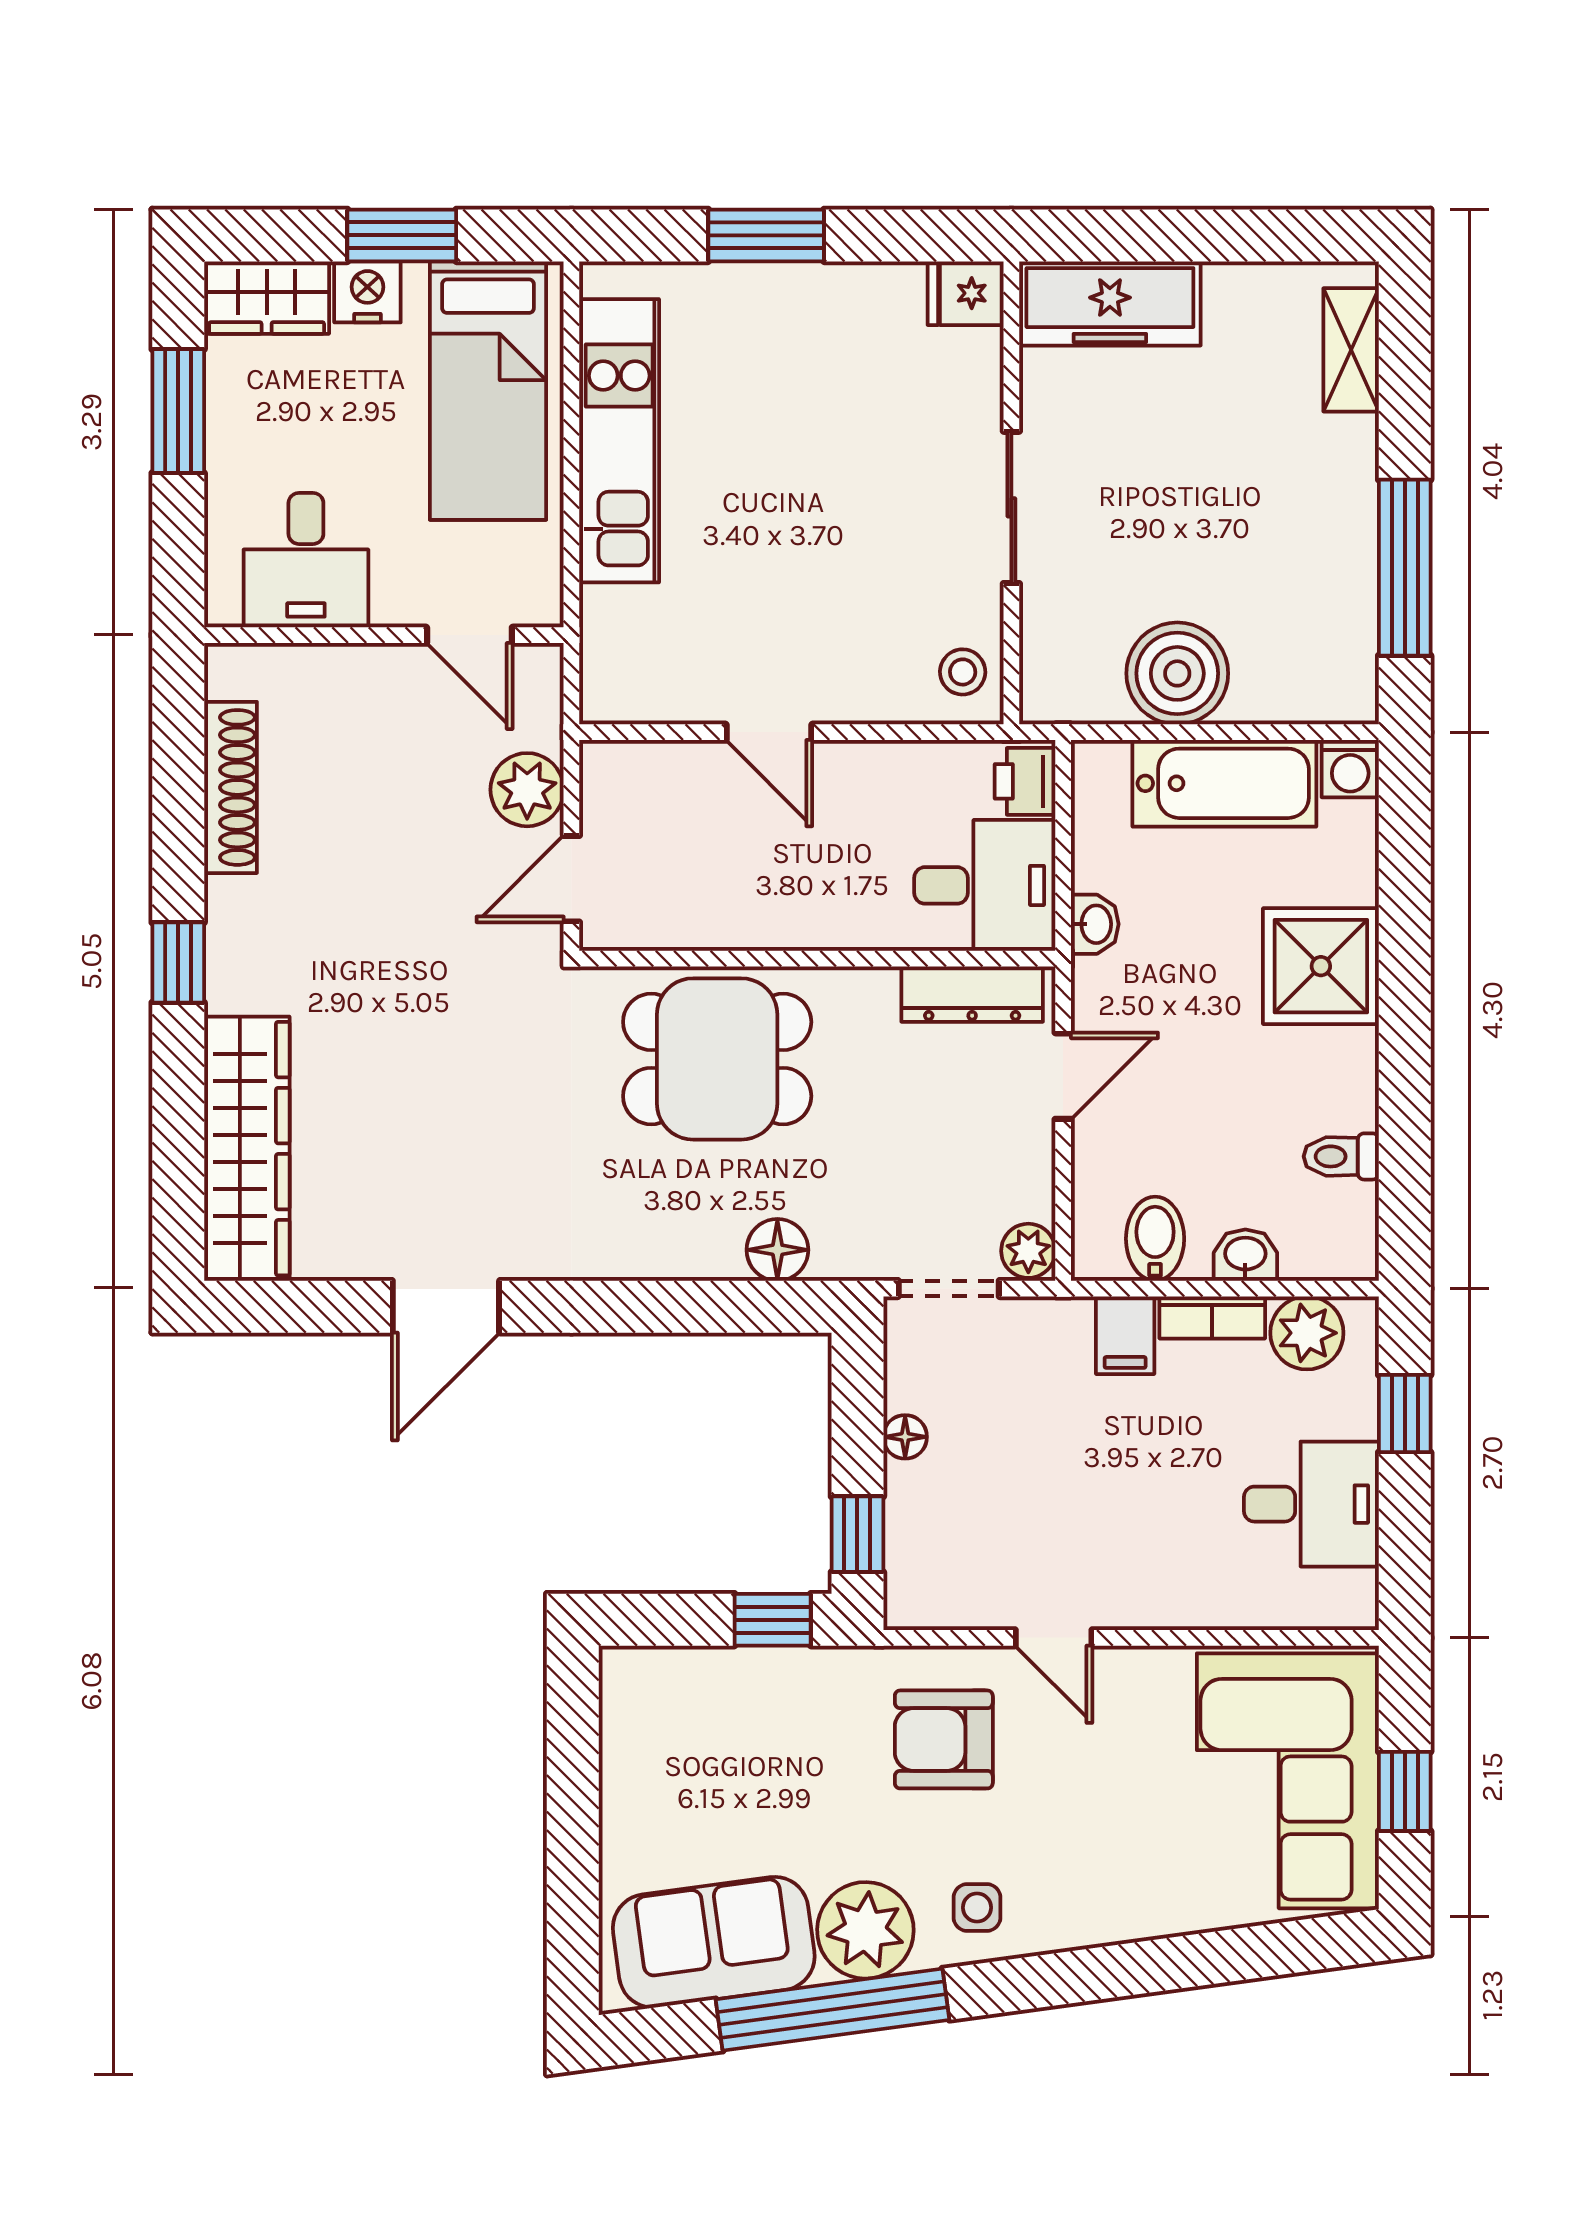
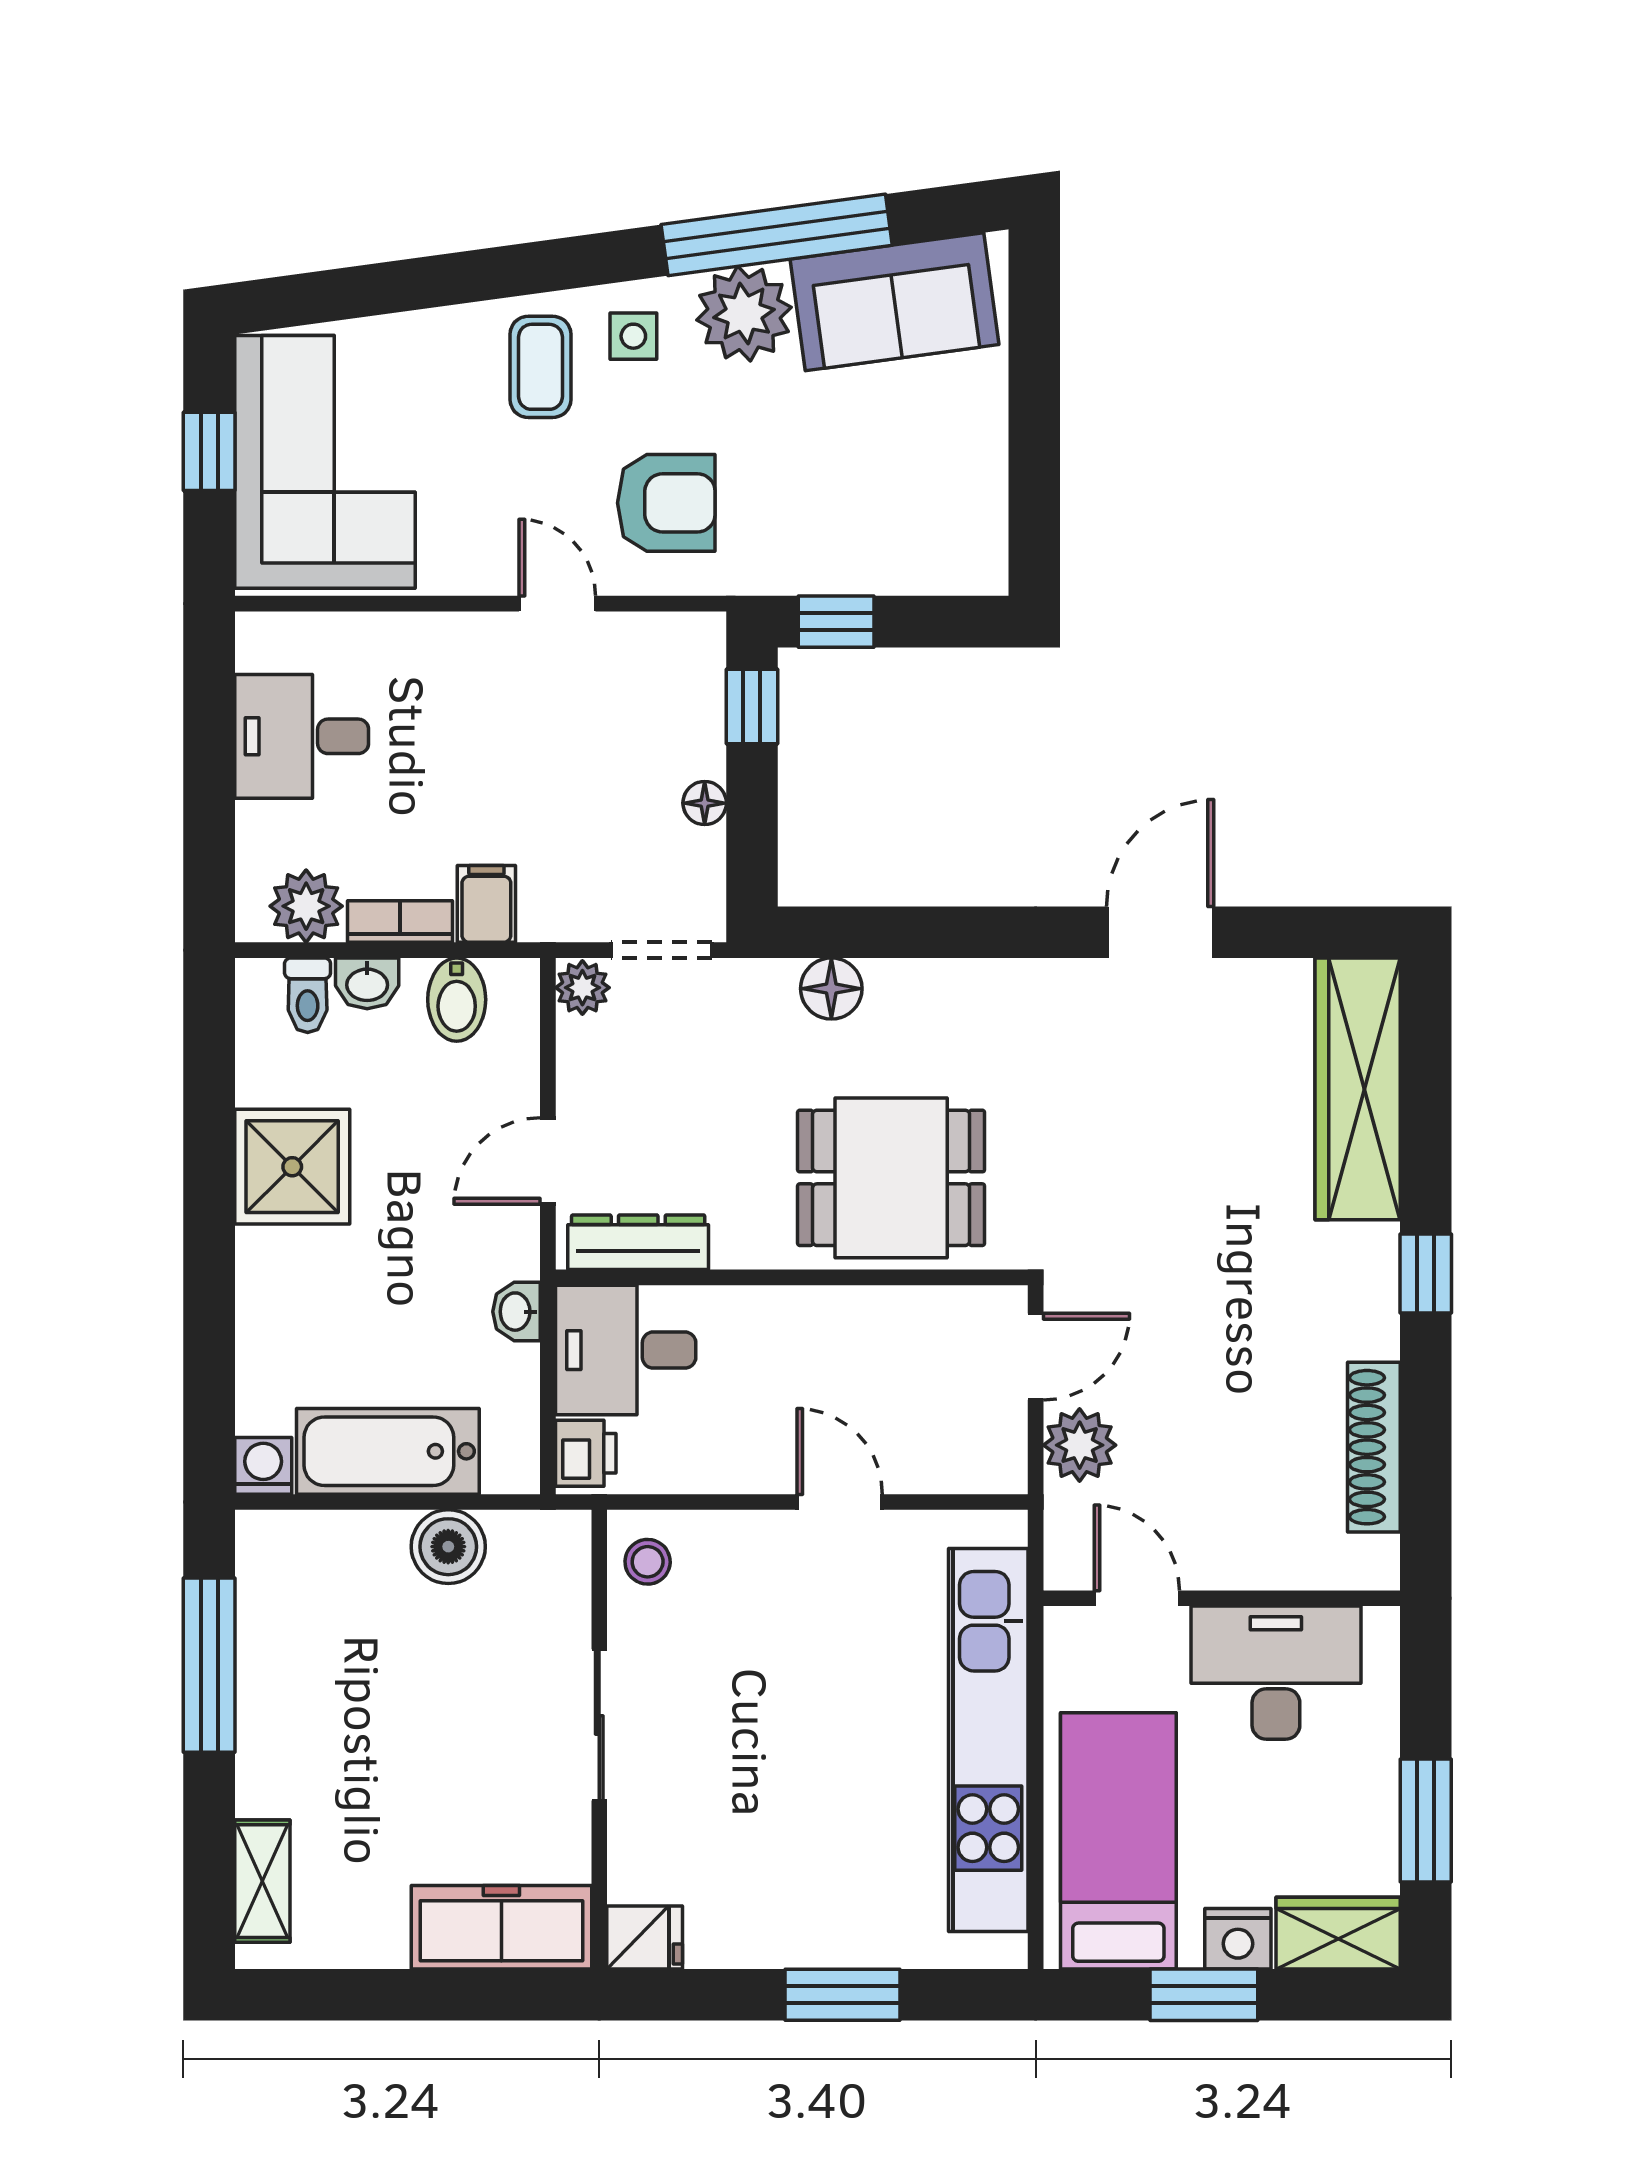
kitchen unit: (619, 441) -> (988, 1740), width x1.36
desk: (306, 560) -> (1276, 1673), width x1.37
boiler: (1177, 673) -> (448, 1547), width x0.73, depth x0.73
shower: (1321, 966) -> (292, 1167), moved
toilet: (1341, 1156) -> (308, 995), moved, turned 90
window: (1405, 1414) -> (209, 826), removed
coffee table: (1071, 1877) -> (540, 367), added

